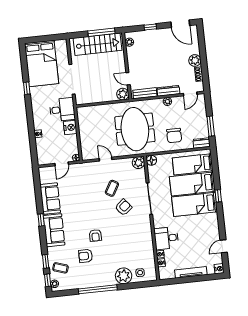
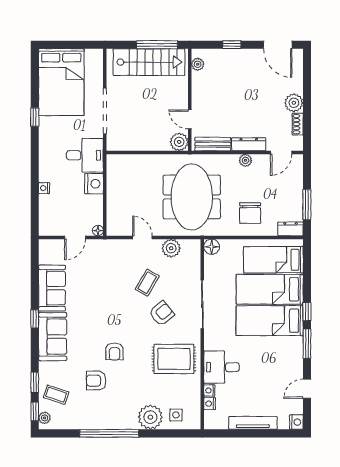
plant: (138, 163) -> (171, 248), moved
window: (221, 217) -> (307, 344), added
rug: (135, 236) -> (174, 359), added

